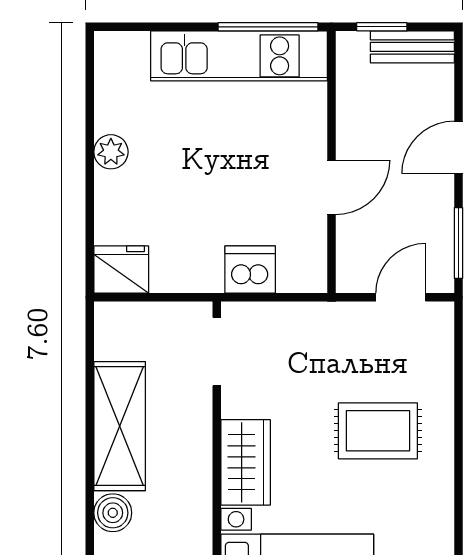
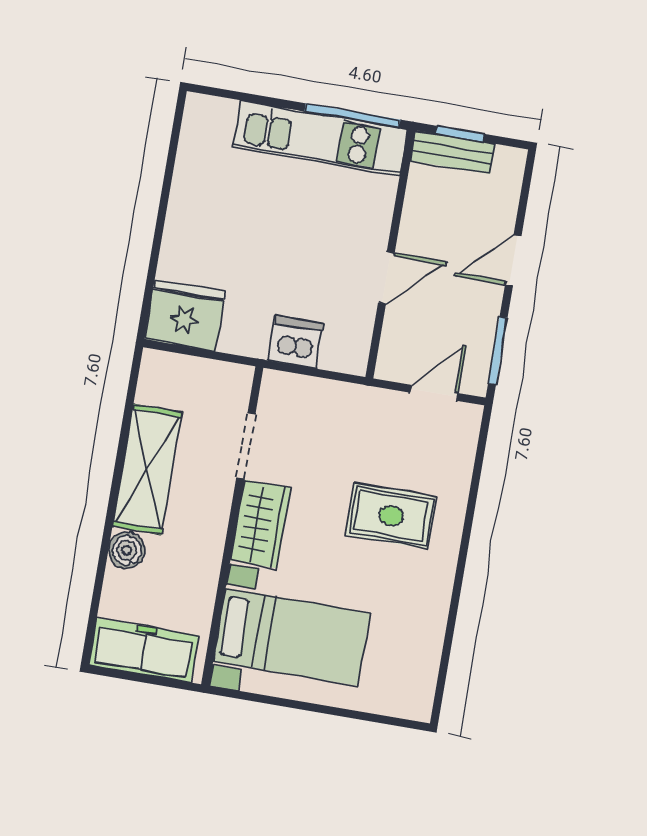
bench: (412, 47) -> (453, 152), moved
plant: (111, 152) -> (183, 208), removed
fridge: (121, 270) -> (185, 315), width x1.36, depth x1.34
doorway: (217, 352) -> (246, 446), moved

